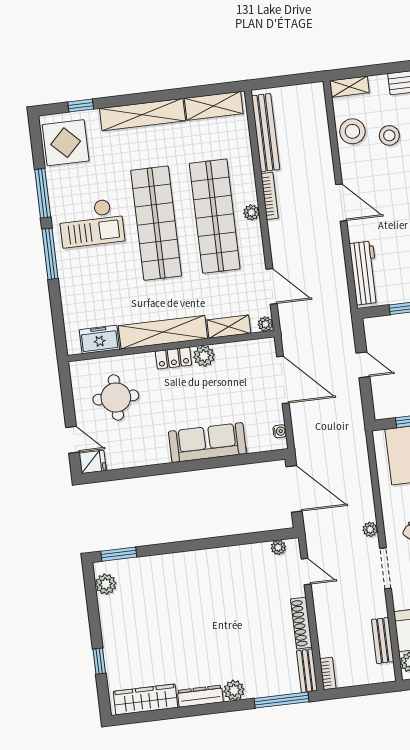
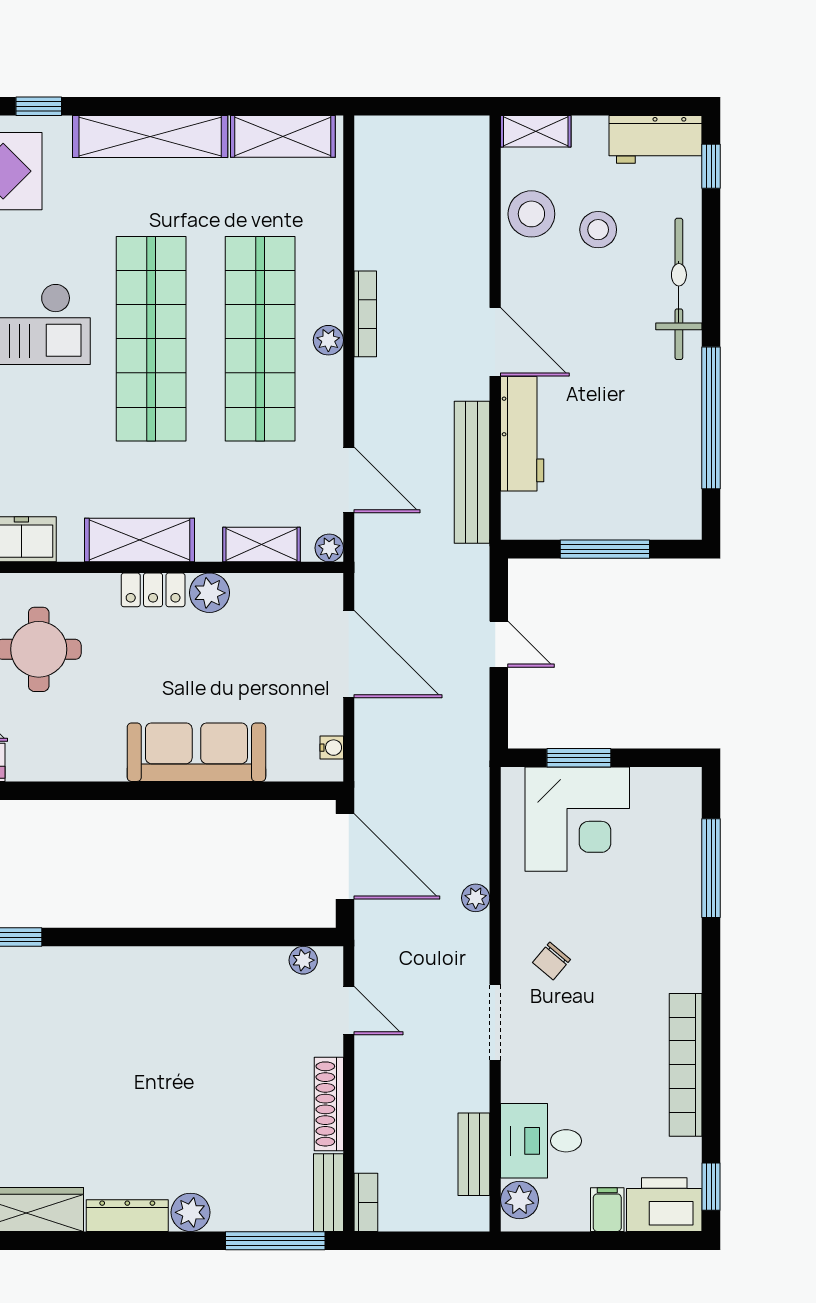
bench: (266, 133) -> (472, 472), moved
workbench: (365, 273) -> (522, 434), moved
shelving: (163, 332) -> (140, 540), width x0.68
plant: (370, 529) -> (476, 898), moved

